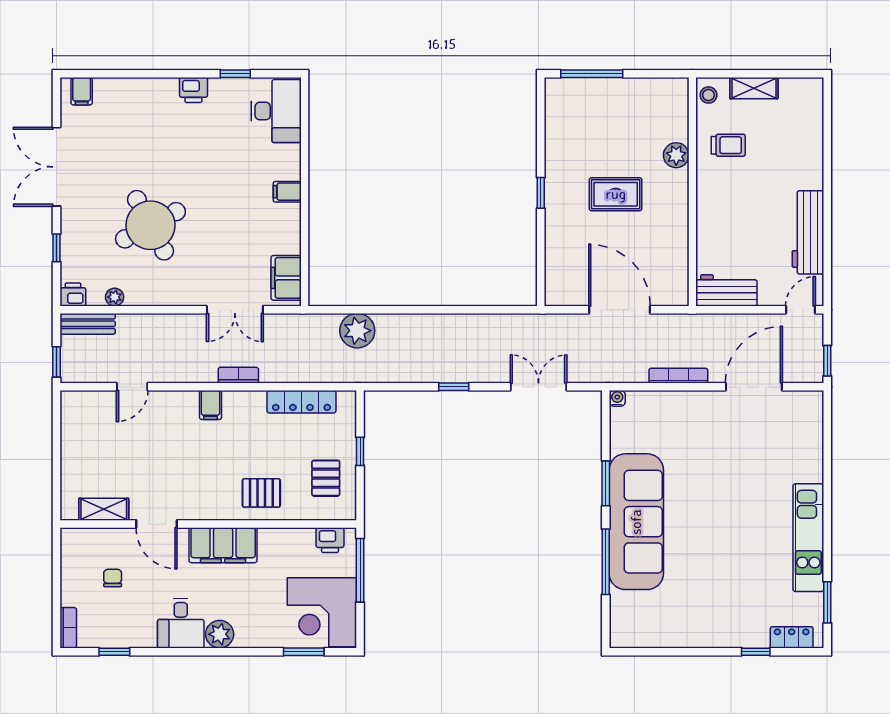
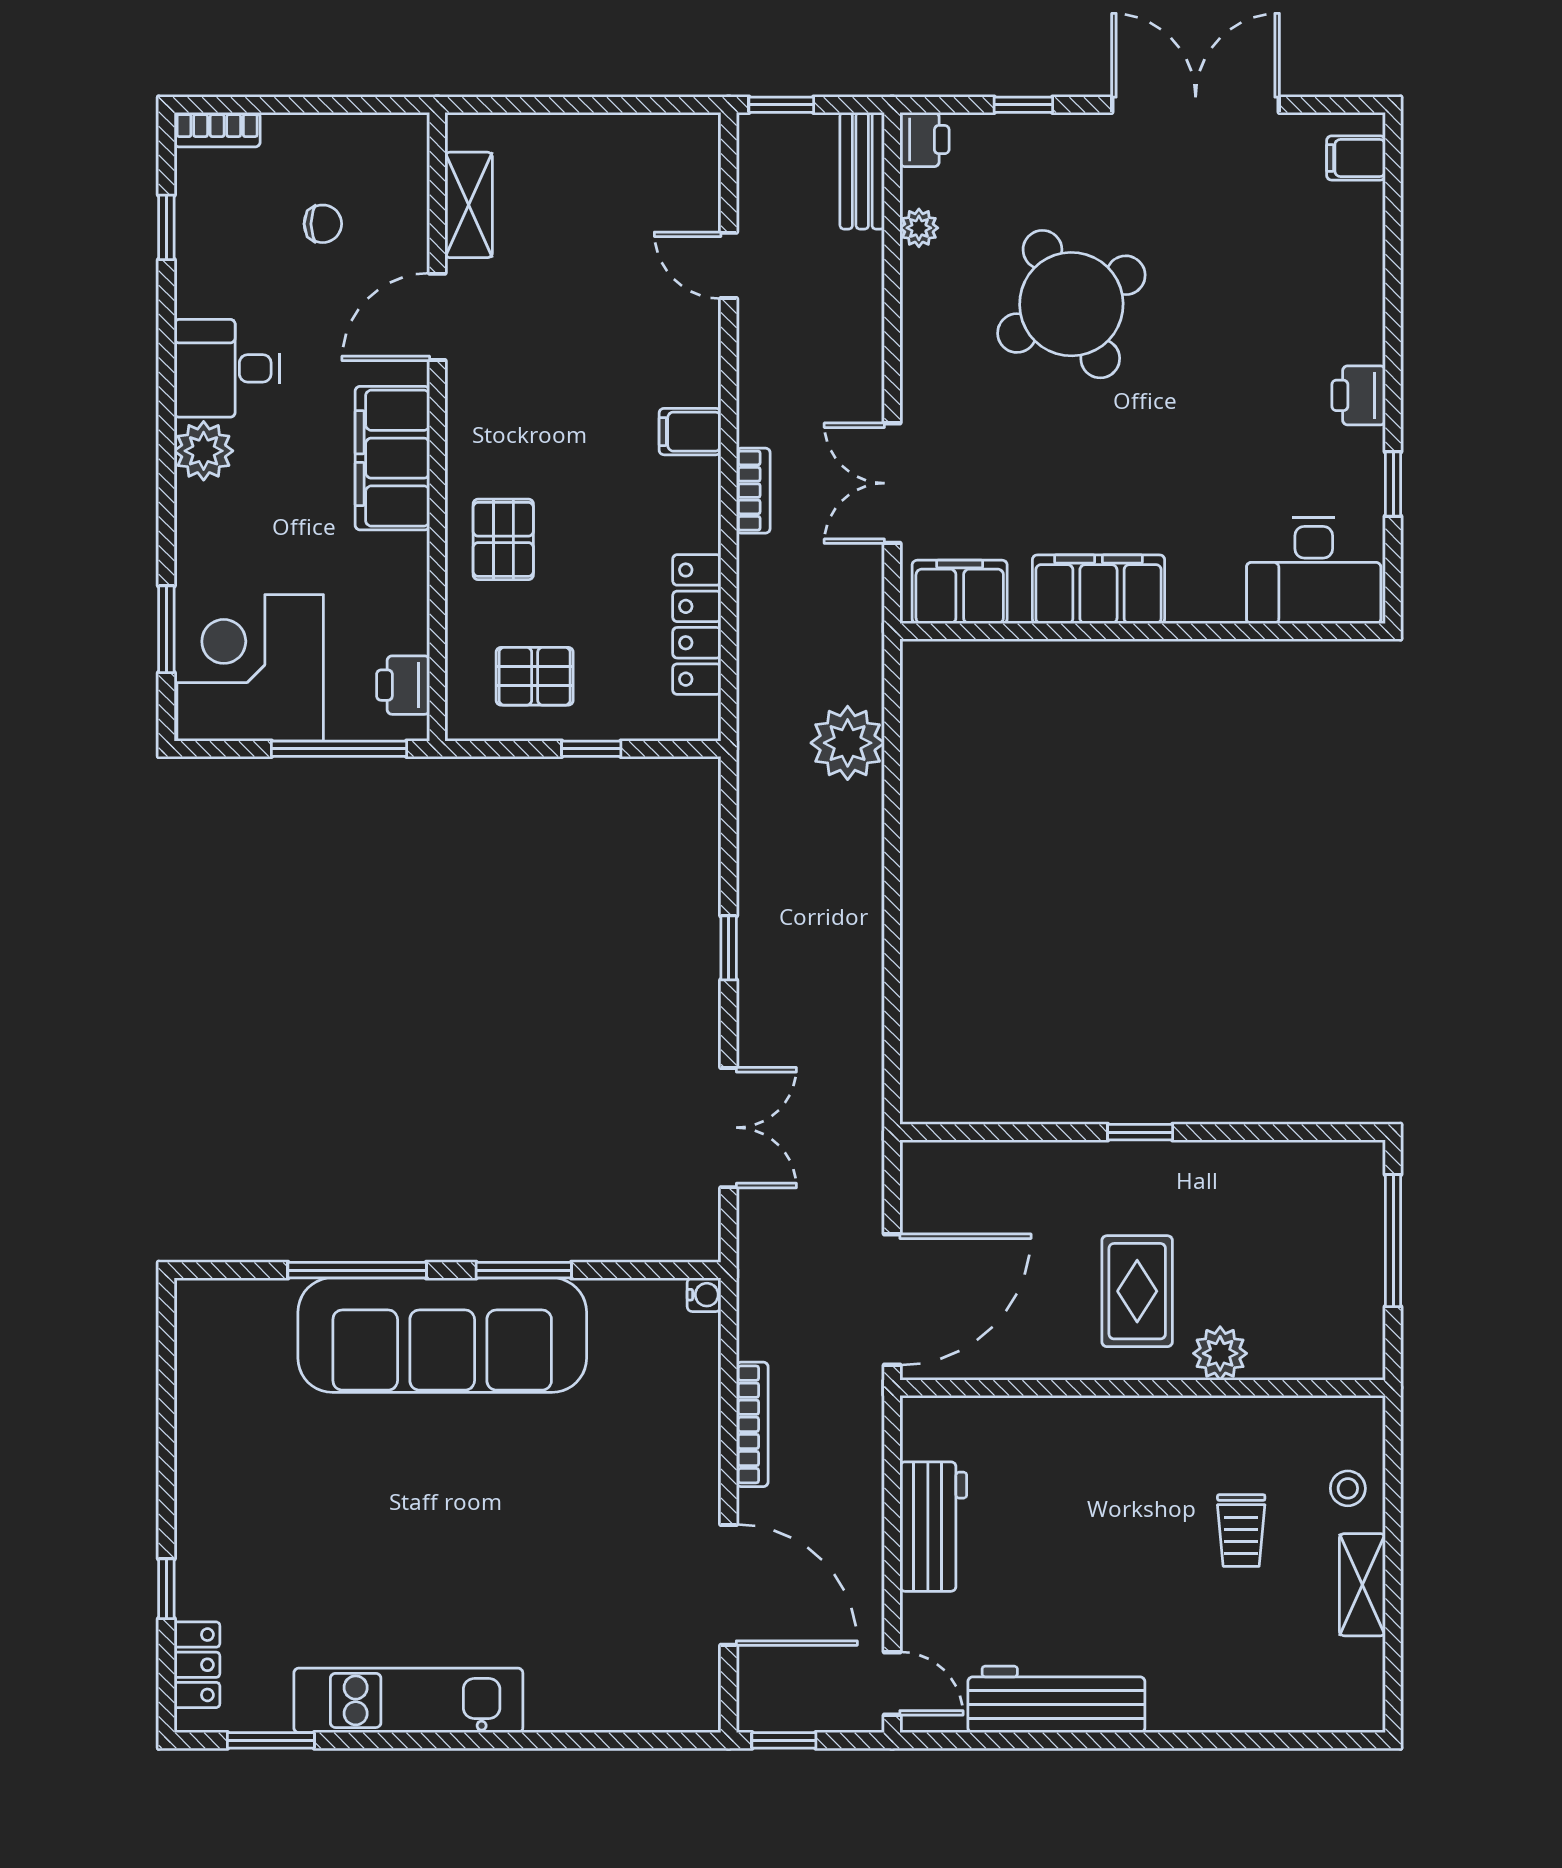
plant: (676, 155) -> (1220, 1353), moved
filing cabinet: (287, 192) -> (1098, 589), width x3.00, depth x1.17
wall: (692, 192) -> (1143, 1388), moved

